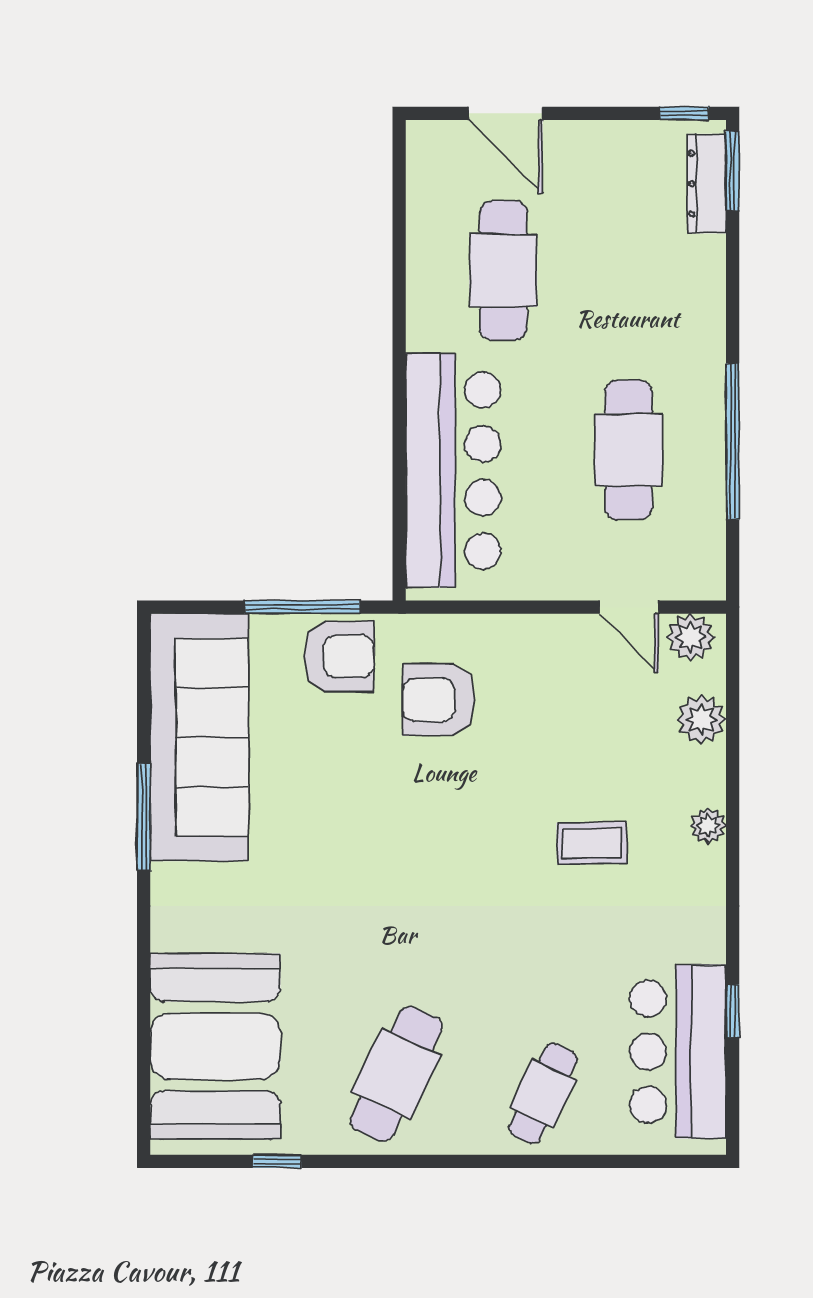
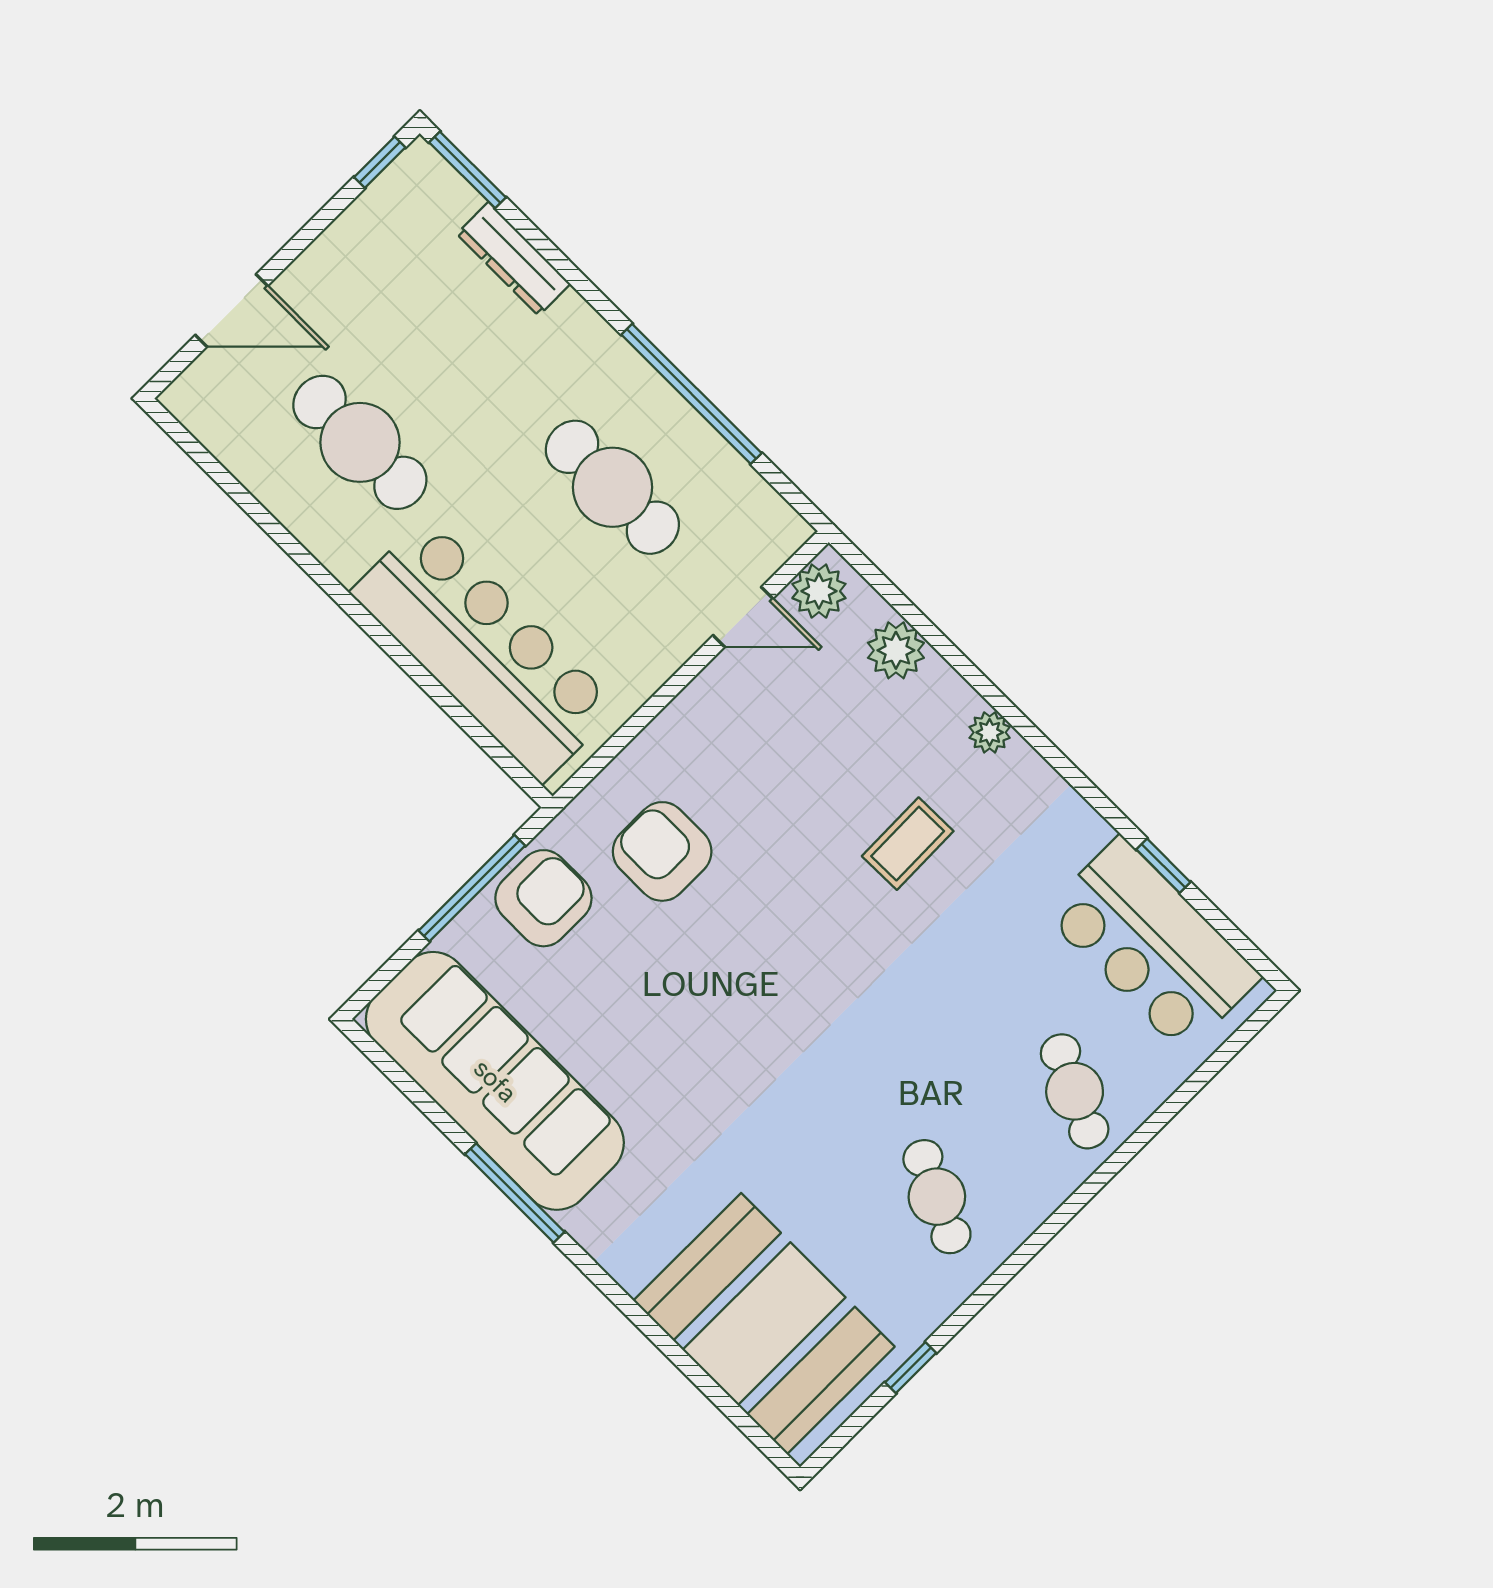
dresser: (707, 184) -> (513, 259), moved
armchair: (439, 700) -> (662, 851), turned 90
cafe table: (396, 1074) -> (937, 1197), width x0.73, depth x0.74

